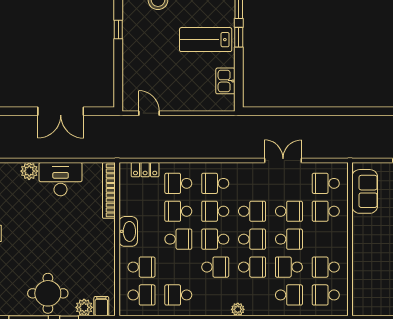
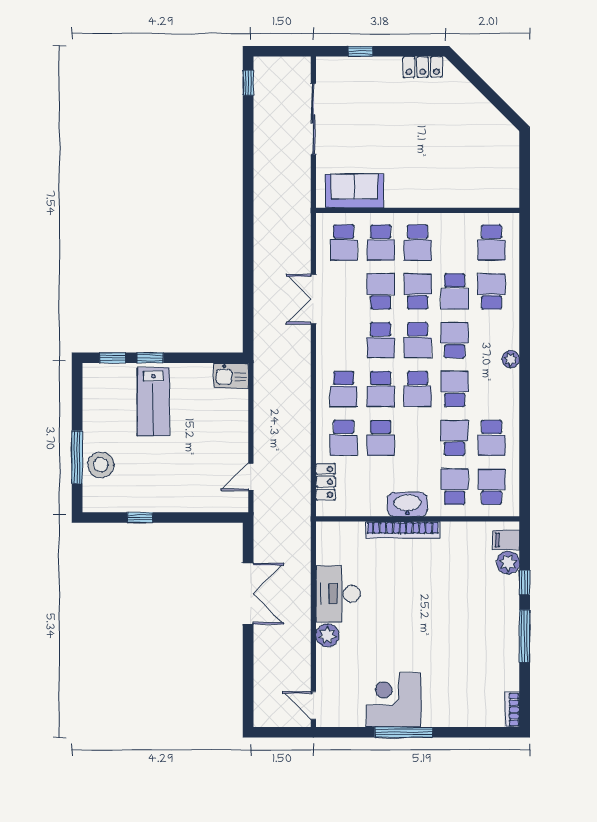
kitchen sink: (225, 81) -> (231, 375), moved
bookcase: (109, 190) -> (403, 530), moved
school desk: (252, 211) -> (381, 340), turned 180
school desk: (178, 239) -> (455, 438), moved
school desk: (252, 239) -> (418, 340), turned 180
school desk: (326, 267) -> (418, 243), moved
round table: (48, 293) -> (489, 611), removed

